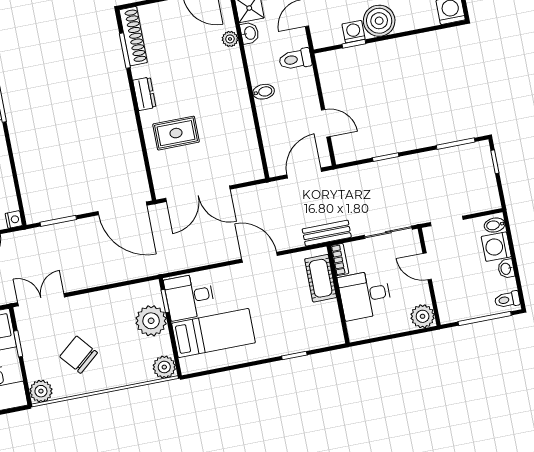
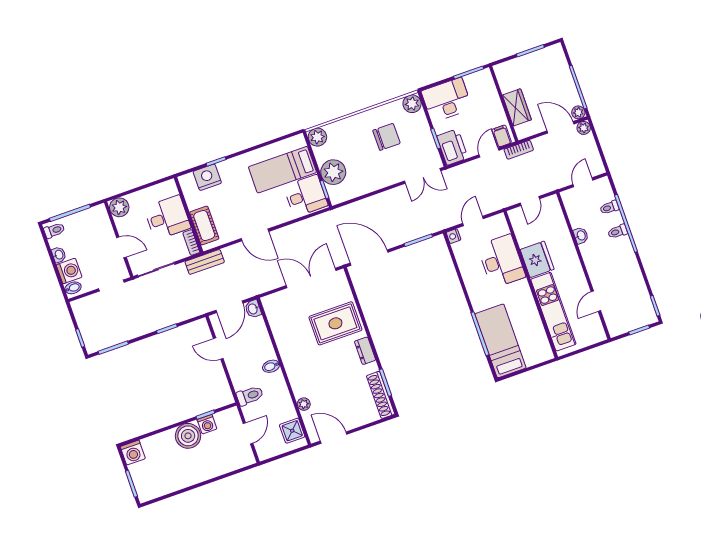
washbasin: (250, 33) -> (253, 309), moved
rug: (176, 133) -> (335, 323), width x1.36, depth x1.43
nightstand: (308, 337) -> (207, 177), added
chair: (79, 355) -> (387, 137), turned -50

